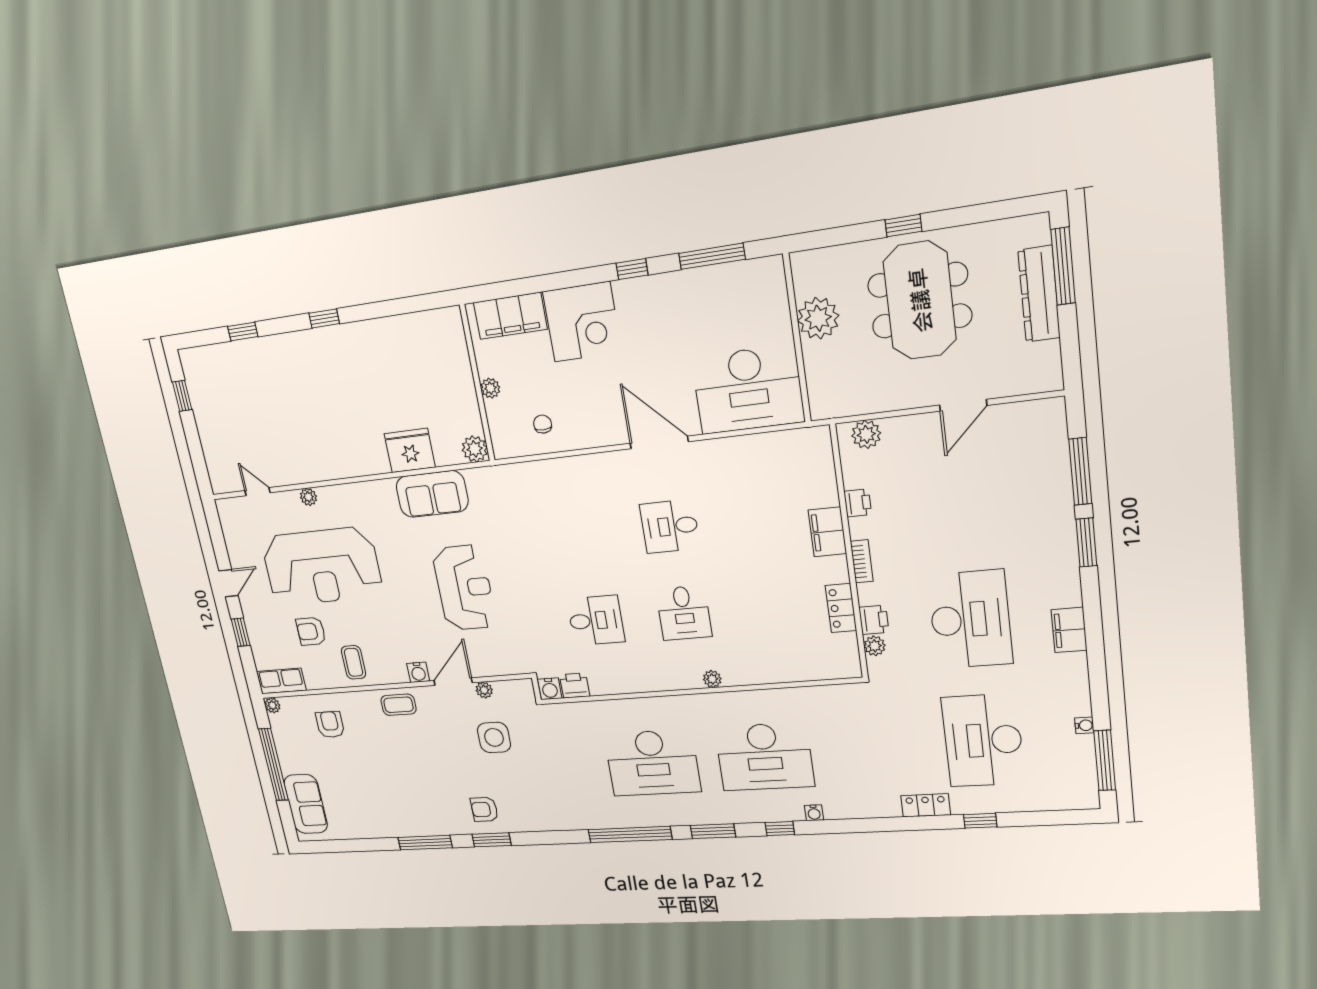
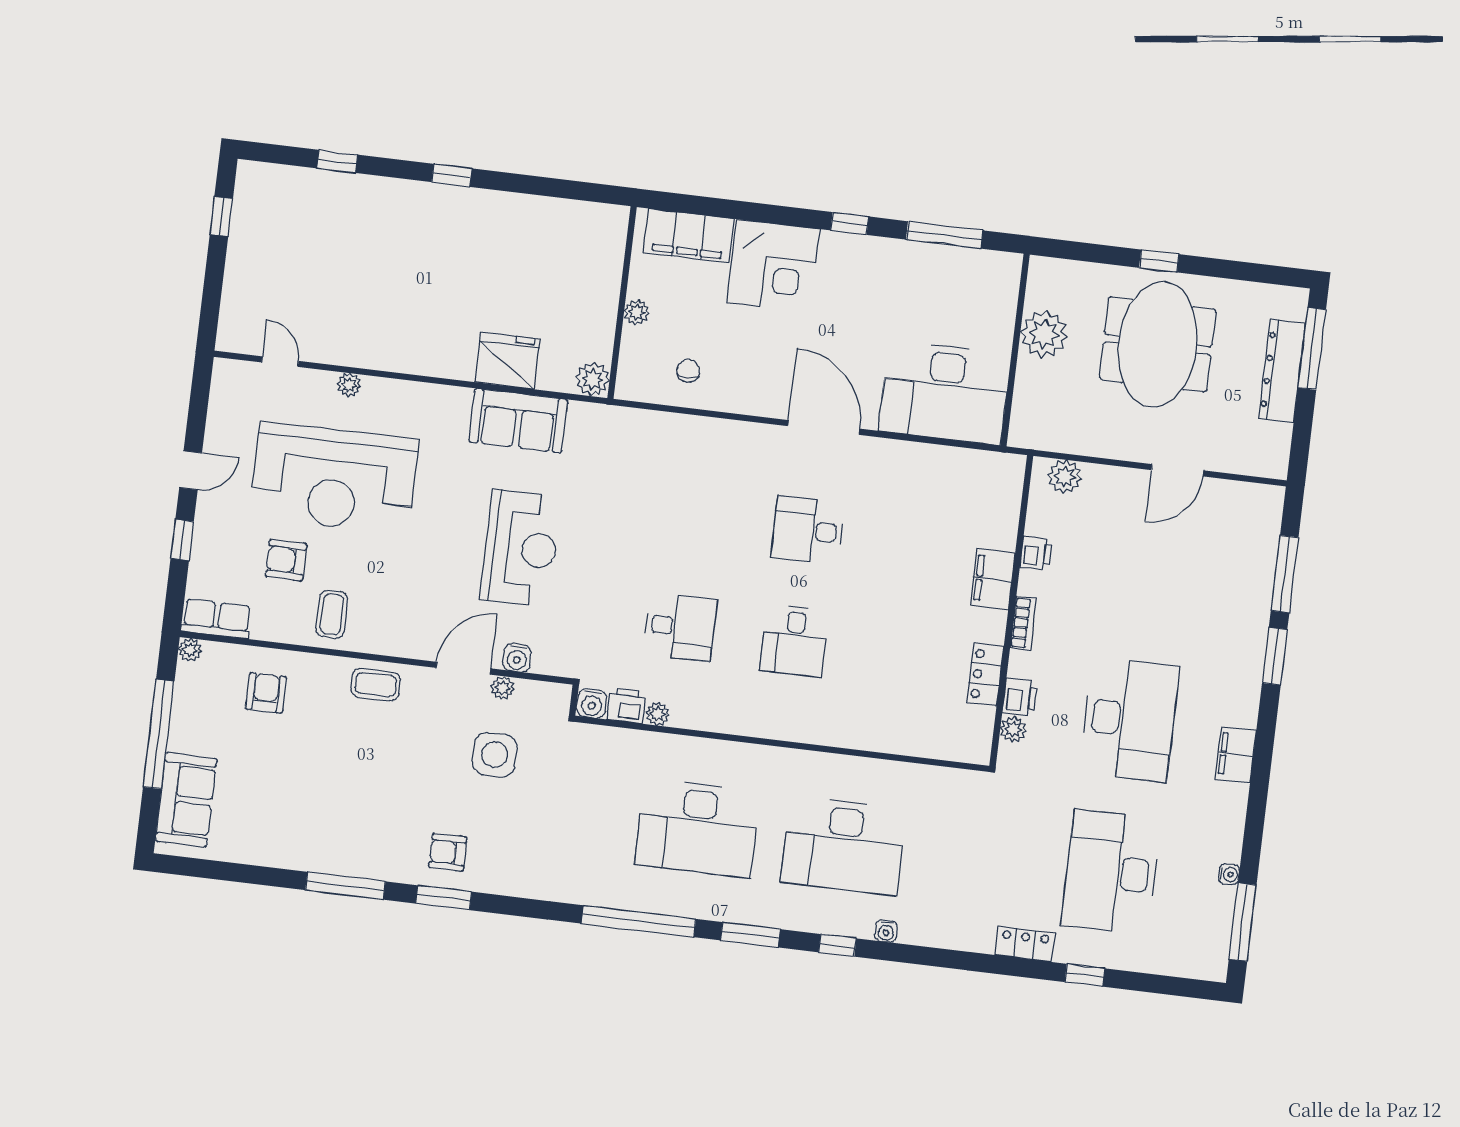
water cooler: (418, 672) -> (517, 658), moved
plant: (712, 679) -> (658, 714), moved

